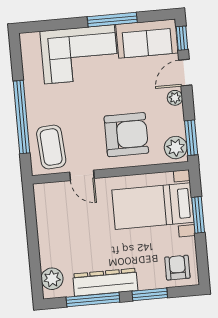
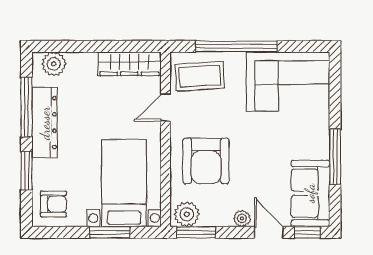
corner sofa: (79, 54) -> (288, 81), moved, turned -90
wardrobe: (46, 211) -> (129, 64), added

